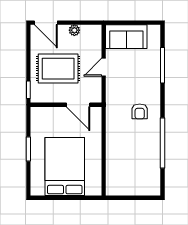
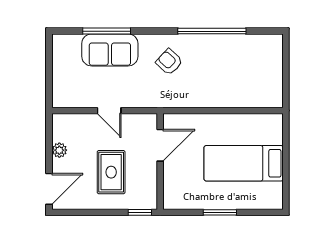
sofa: (126, 37) -> (110, 50), moved, turned 90
rug: (58, 69) -> (111, 172), width x0.73, depth x0.70
armchair: (140, 111) -> (169, 62), turned -137
bed: (65, 167) -> (244, 163), width x0.67

